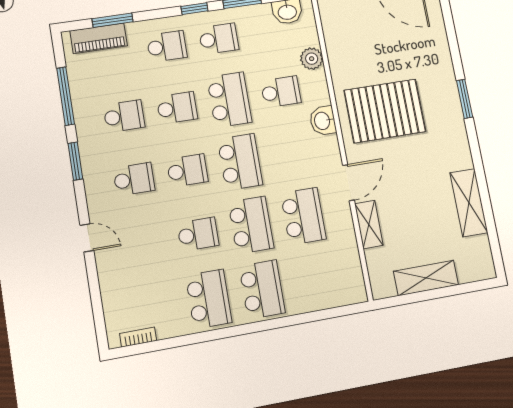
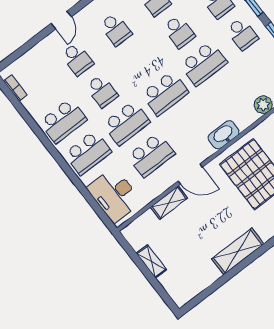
school desk: (281, 92) -> (228, 96), removed
washbasin: (323, 121) -> (224, 135), width x1.38
school desk: (187, 170) -> (77, 59), moved
shelving: (469, 203) -> (238, 251), moved
shelving: (426, 278) -> (151, 261), width x0.67, depth x0.75
desk: (328, 284) -> (114, 195), added

